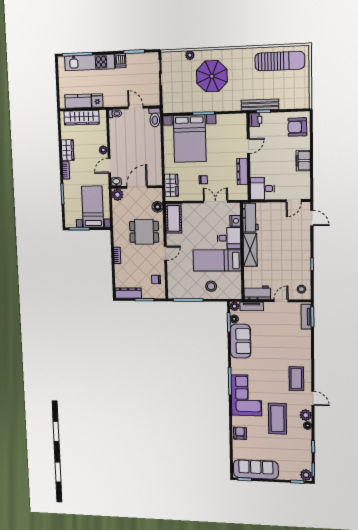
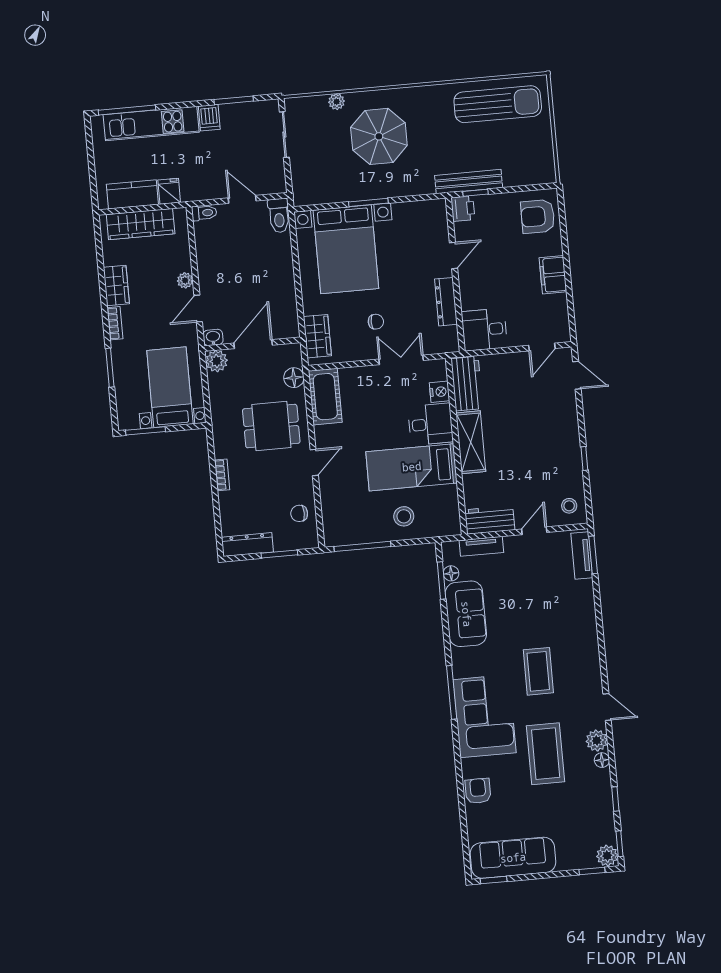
plant: (234, 306) -> (450, 550), removed
coffee table: (296, 379) -> (538, 671), moved

